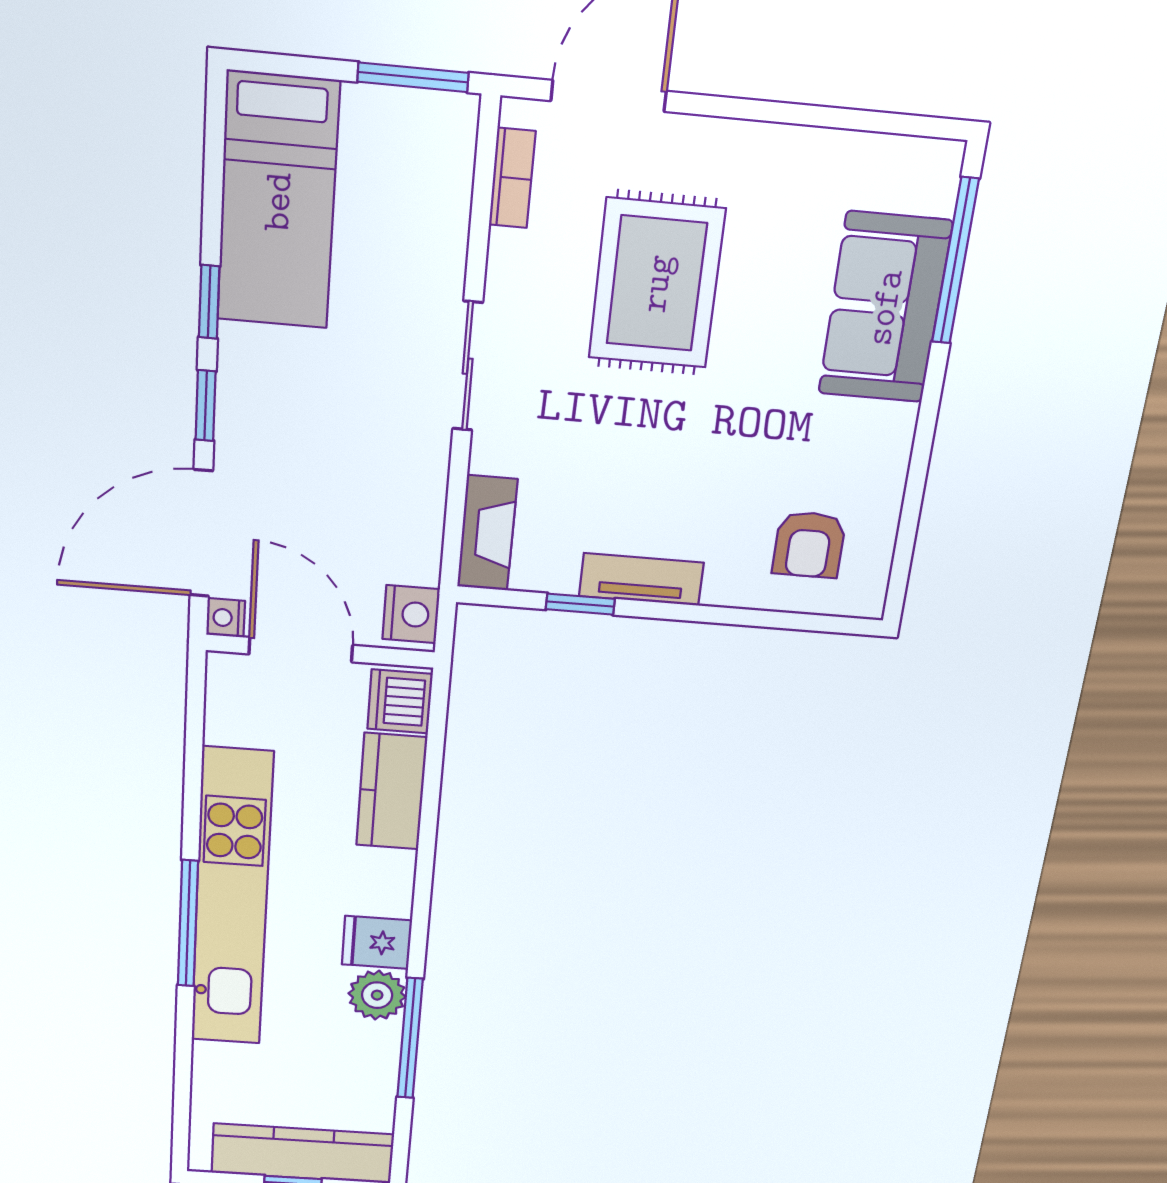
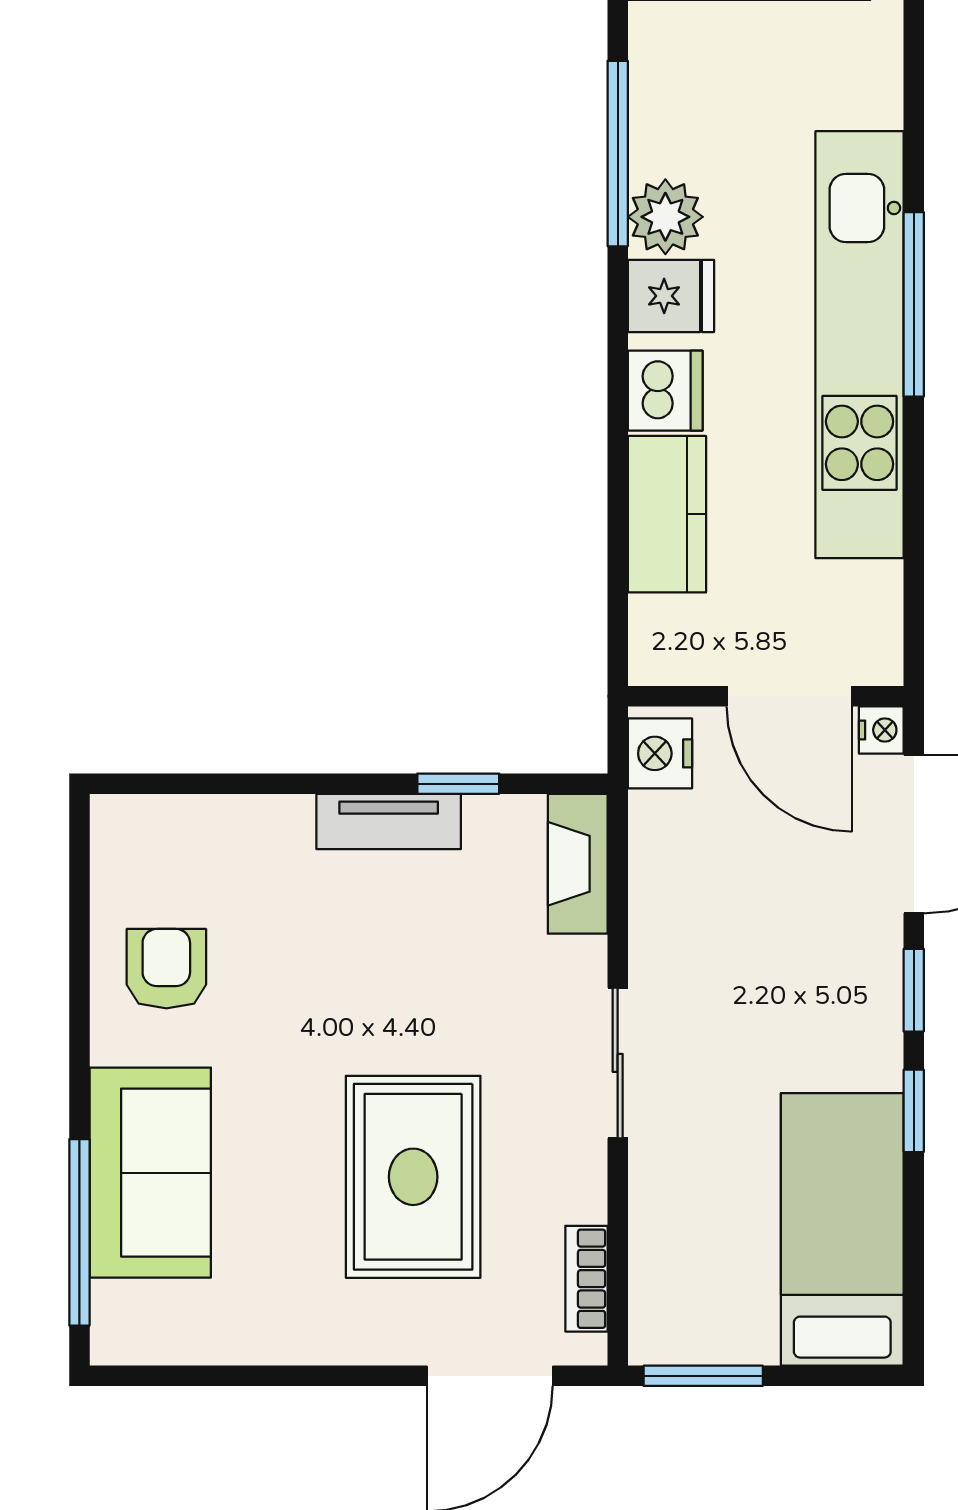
armchair: (809, 545) -> (166, 969), moved
dishwasher: (400, 701) -> (665, 391), moved

